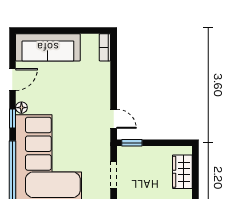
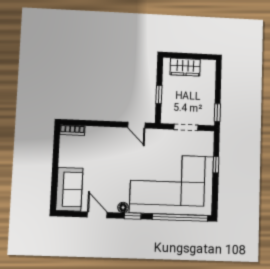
sofa: (48, 47) -> (69, 189), width x0.73
door: (114, 119) -> (136, 125), swing flipped
window: (132, 143) -> (159, 95), moved

